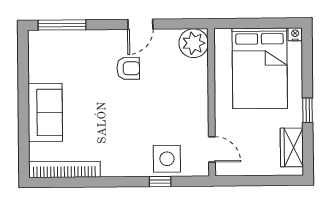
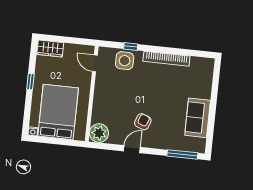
armchair: (128, 68) -> (143, 122), turned 110
sofa: (45, 112) -> (198, 118), moved
wardrobe: (292, 147) -> (50, 49), moved, turned 90
bookcase: (64, 169) -> (166, 59), moved

